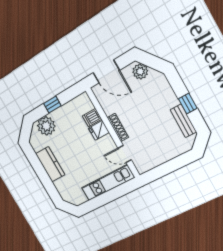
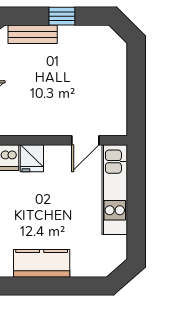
bench: (183, 121) -> (33, 34), moved
shoe rack: (118, 128) -> (43, 128), removed

